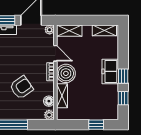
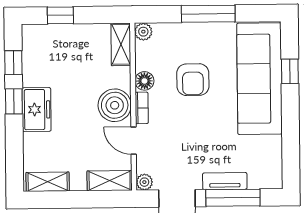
armchair: (21, 87) -> (193, 80), turned -55
shelving: (62, 96) -> (121, 44), moved
floor lamp: (49, 101) -> (144, 81), moved

